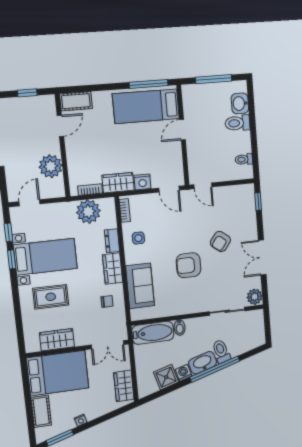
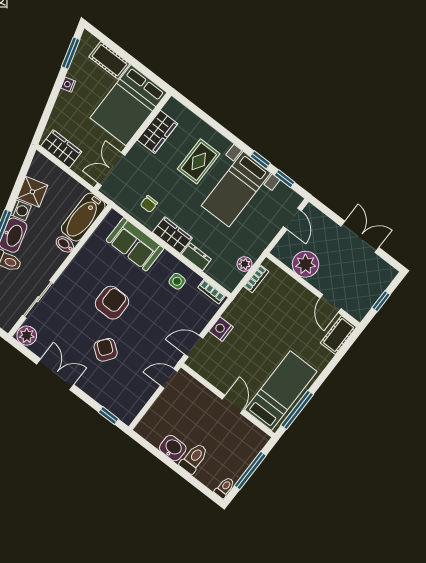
washbasin: (240, 103) -> (173, 448), moved
toilet: (244, 159) -> (224, 488), moved
wardrobe: (118, 183) -> (240, 308), removed
plant: (88, 212) -> (245, 264), width x0.53, depth x0.53

